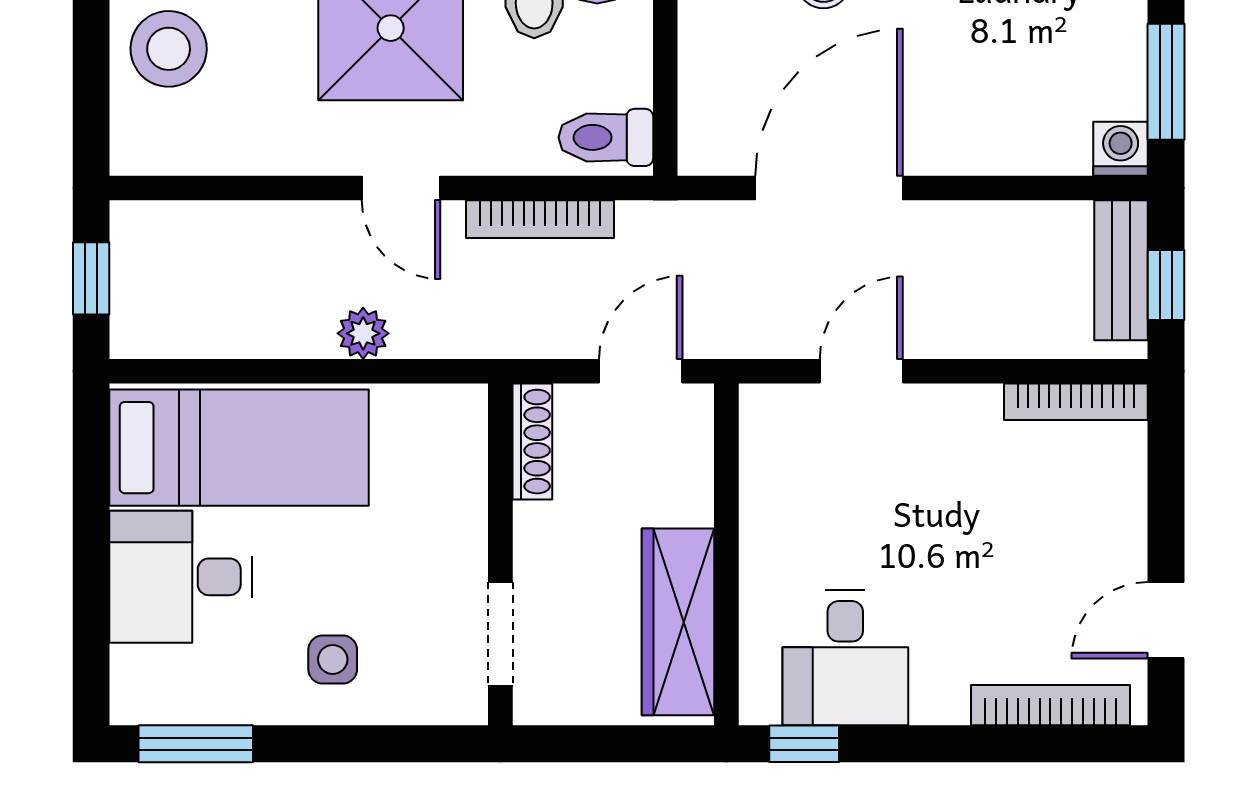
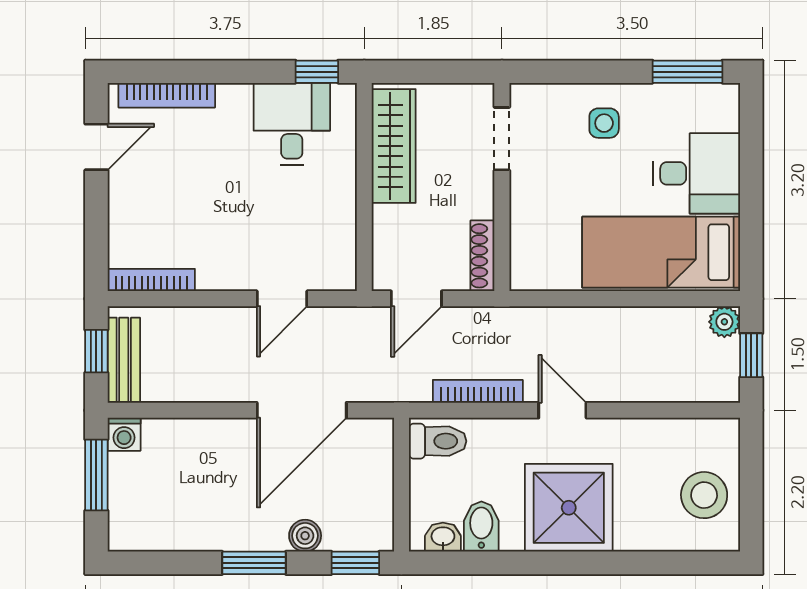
plant: (363, 333) -> (724, 322), moved

